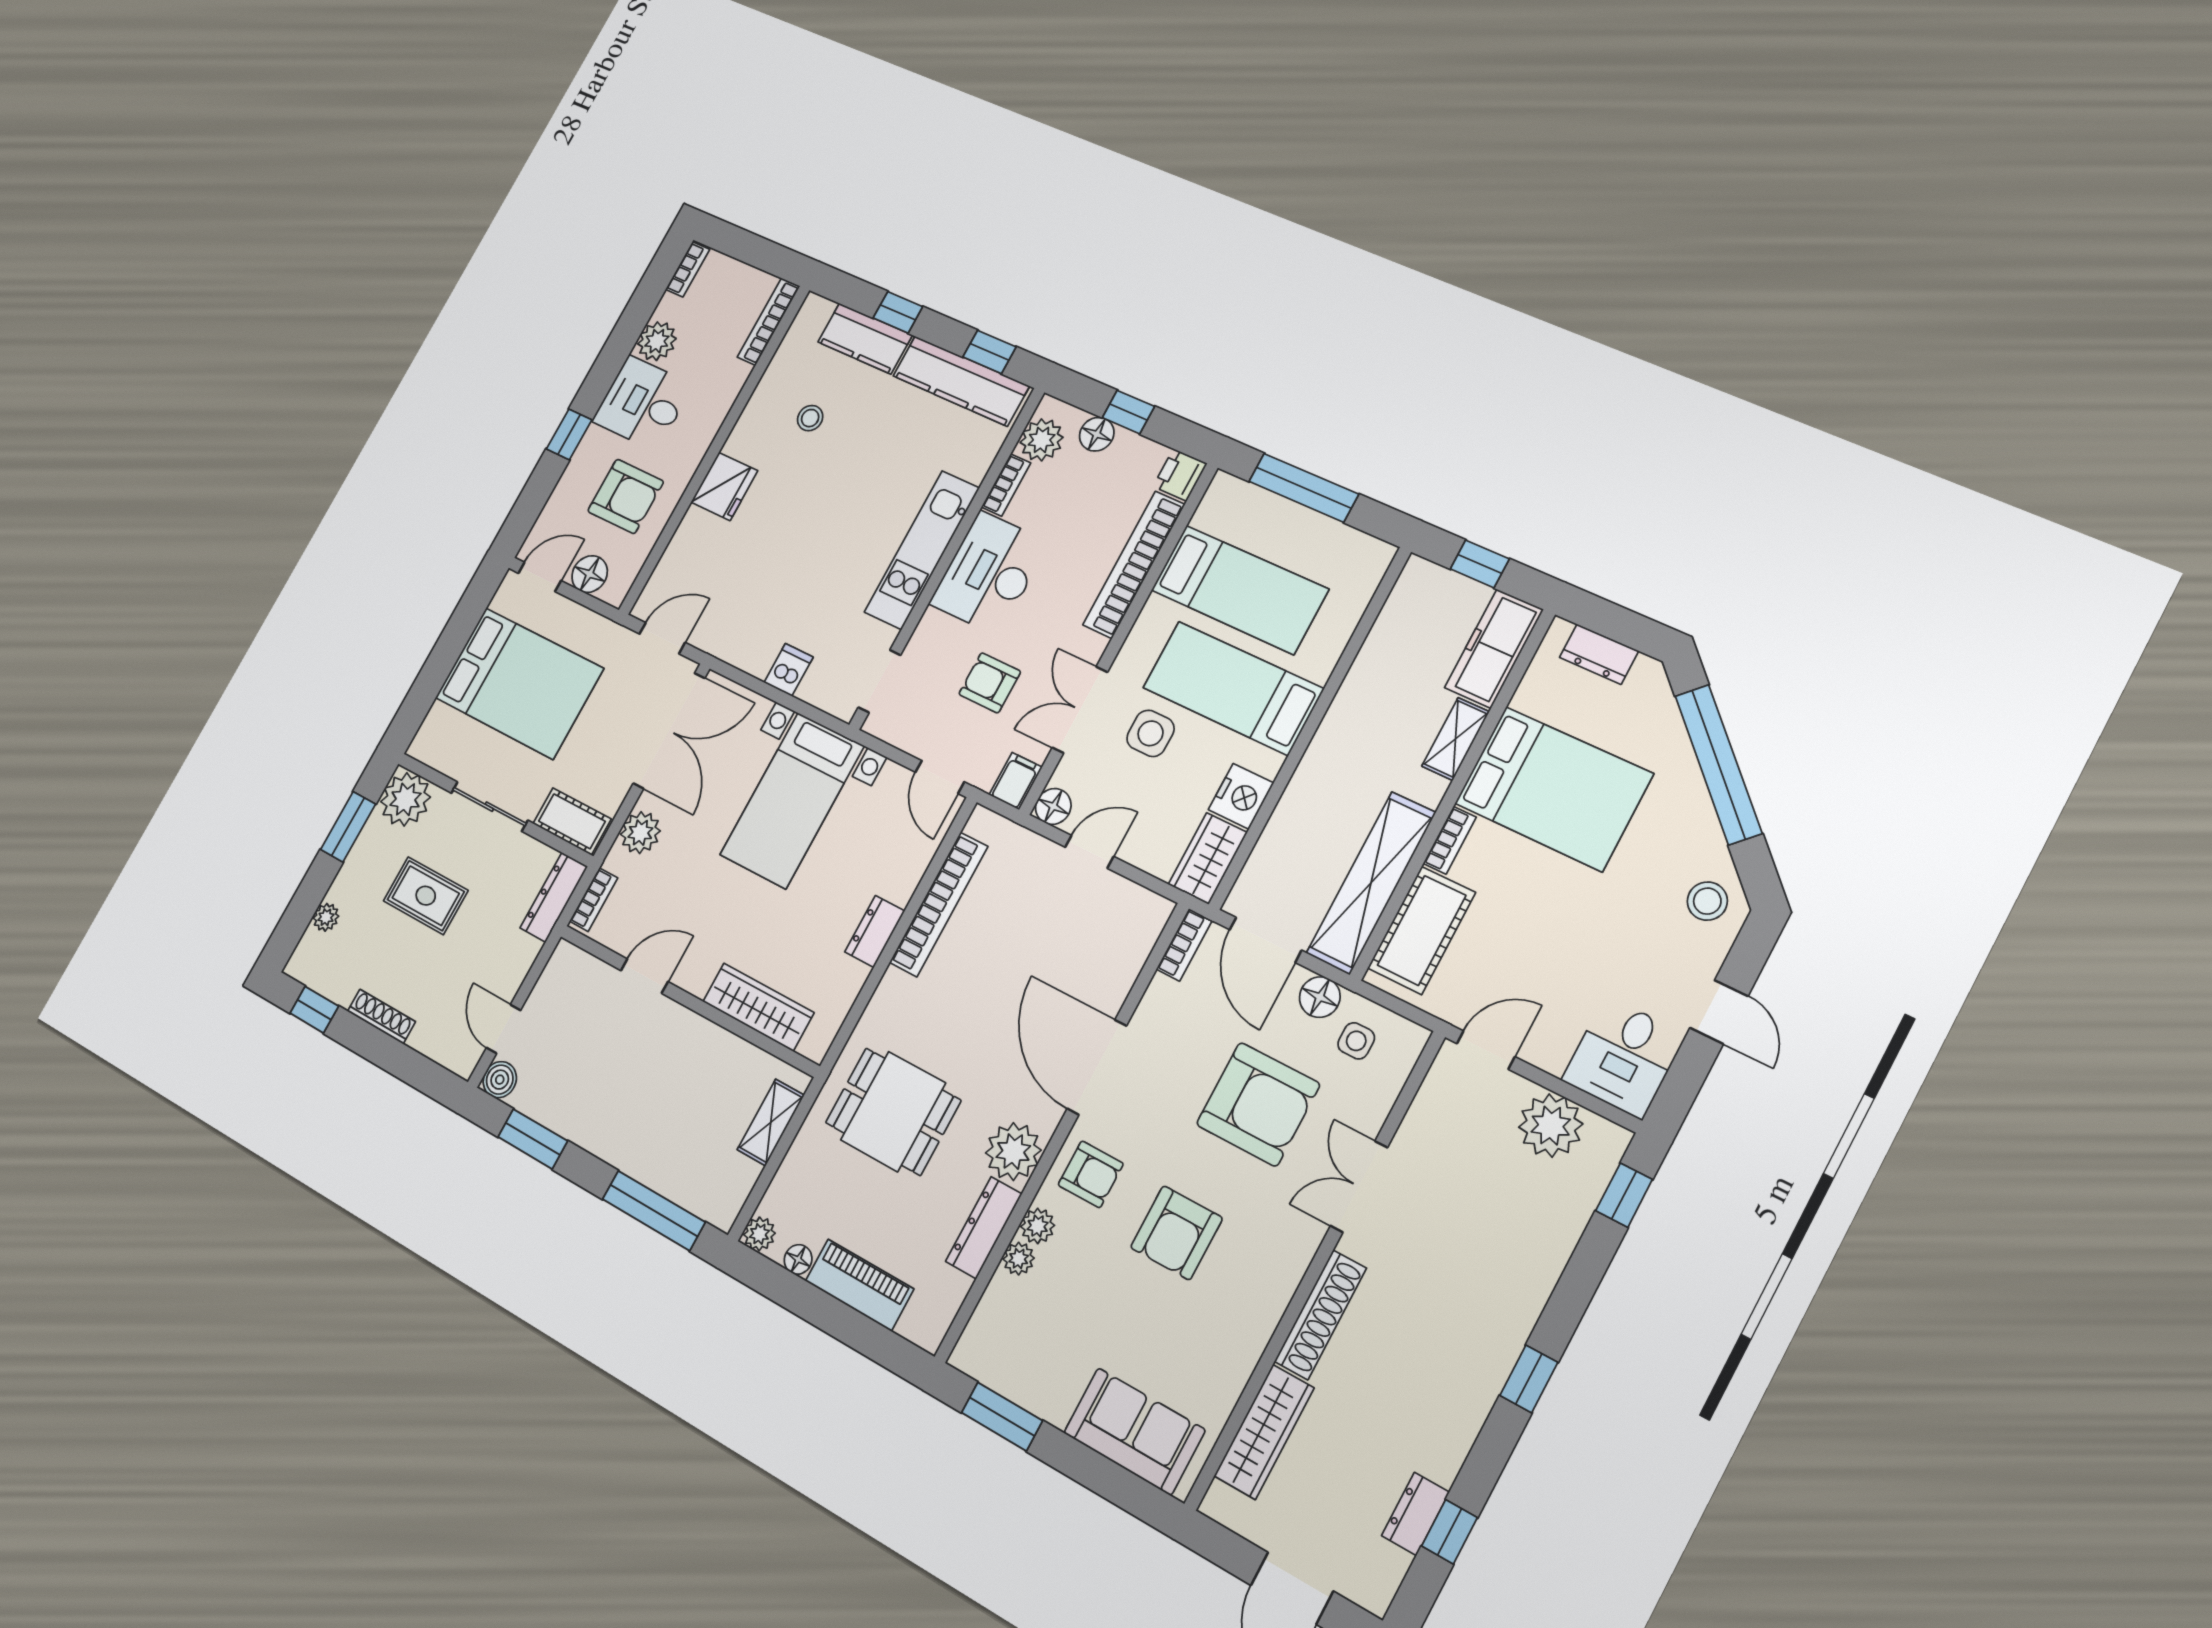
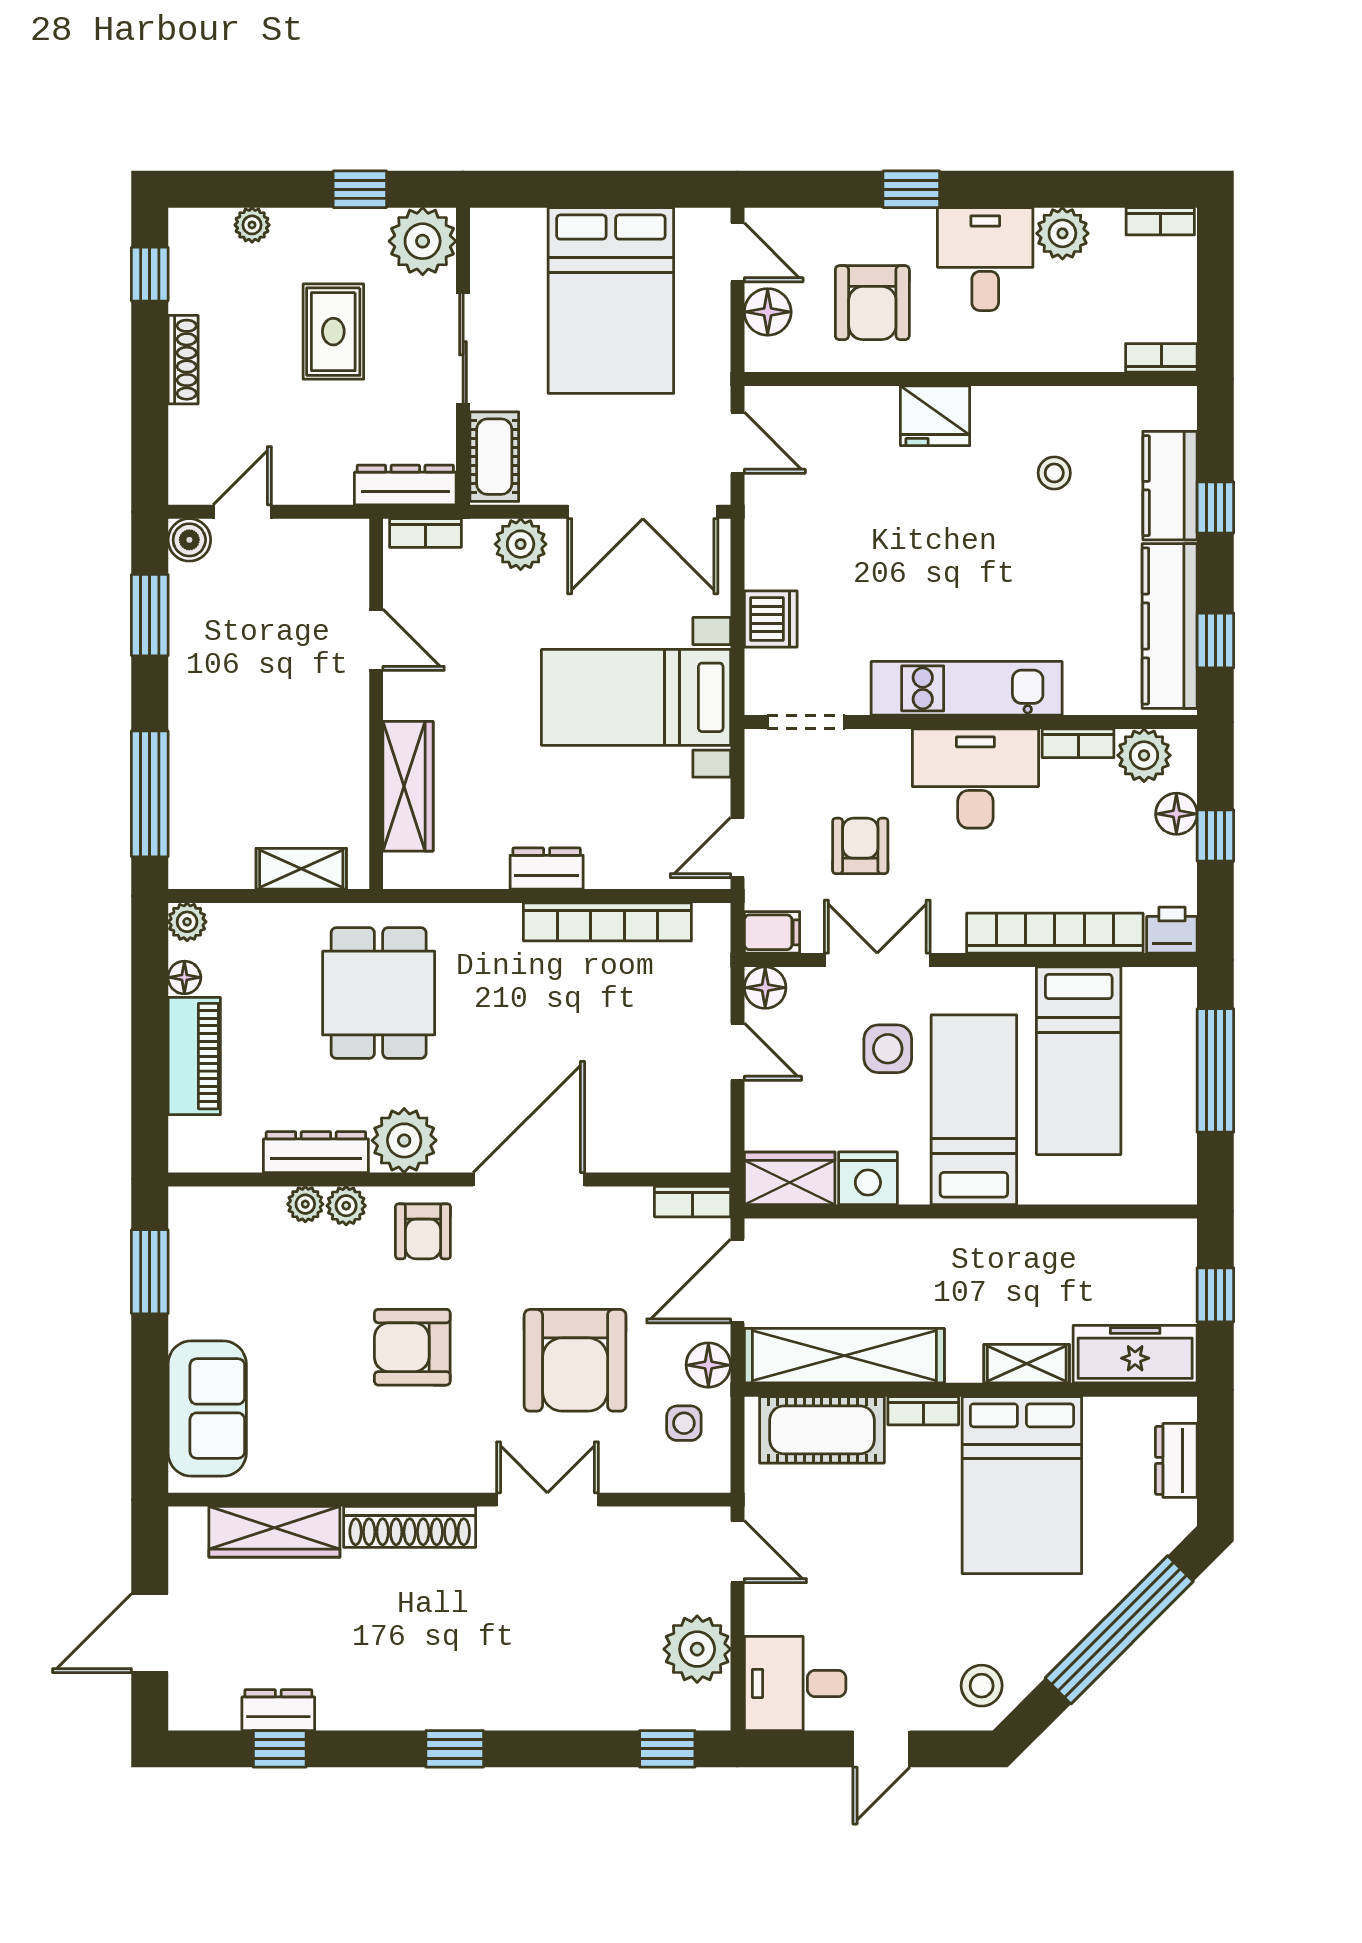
bookcase: (769, 322) -> (1161, 358), width x0.64
dishwasher: (789, 670) -> (771, 619), width x1.38
window: (348, 827) -> (360, 189), width x0.67

